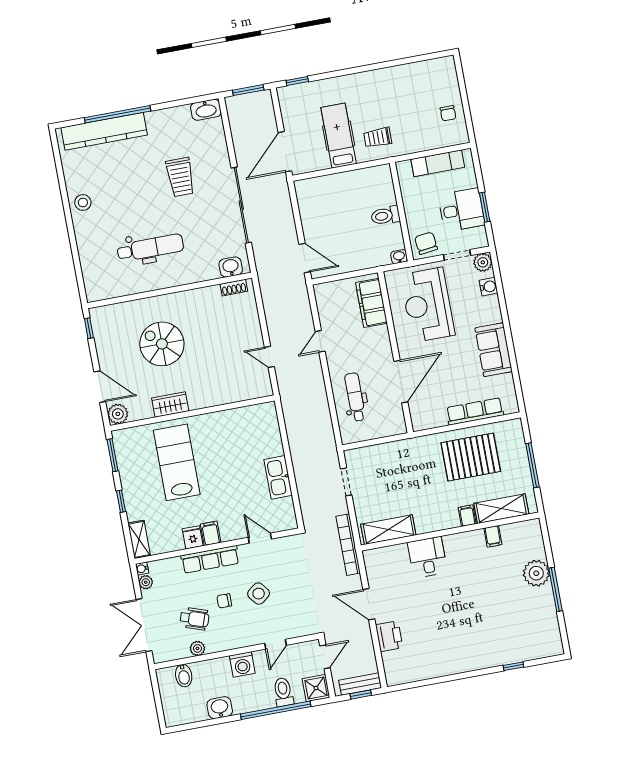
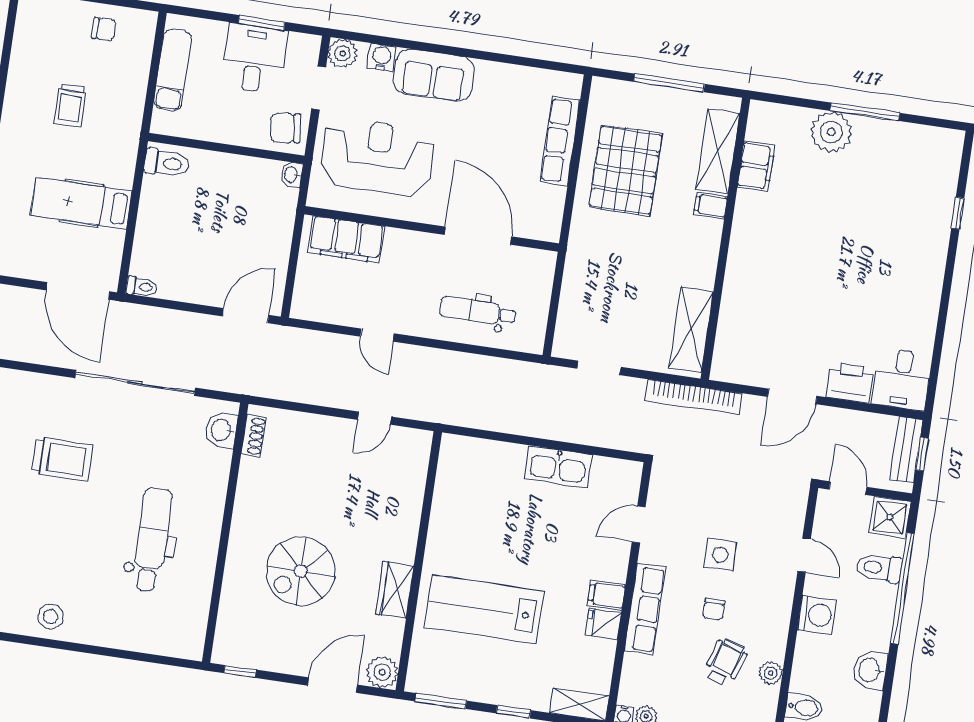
trolley: (378, 138) -> (70, 105), moved
toilet: (301, 189) -> (142, 287), added
toilet: (385, 216) -> (167, 163), moved, turned -90
reception desk: (428, 305) -> (378, 157), turned 180
sofa: (494, 350) -> (434, 75), moved
filing cabinet: (493, 536) -> (756, 166), width x2.00
desk: (427, 557) -> (902, 379), moved, turned -90
side table: (259, 594) -> (720, 555), turned 38

